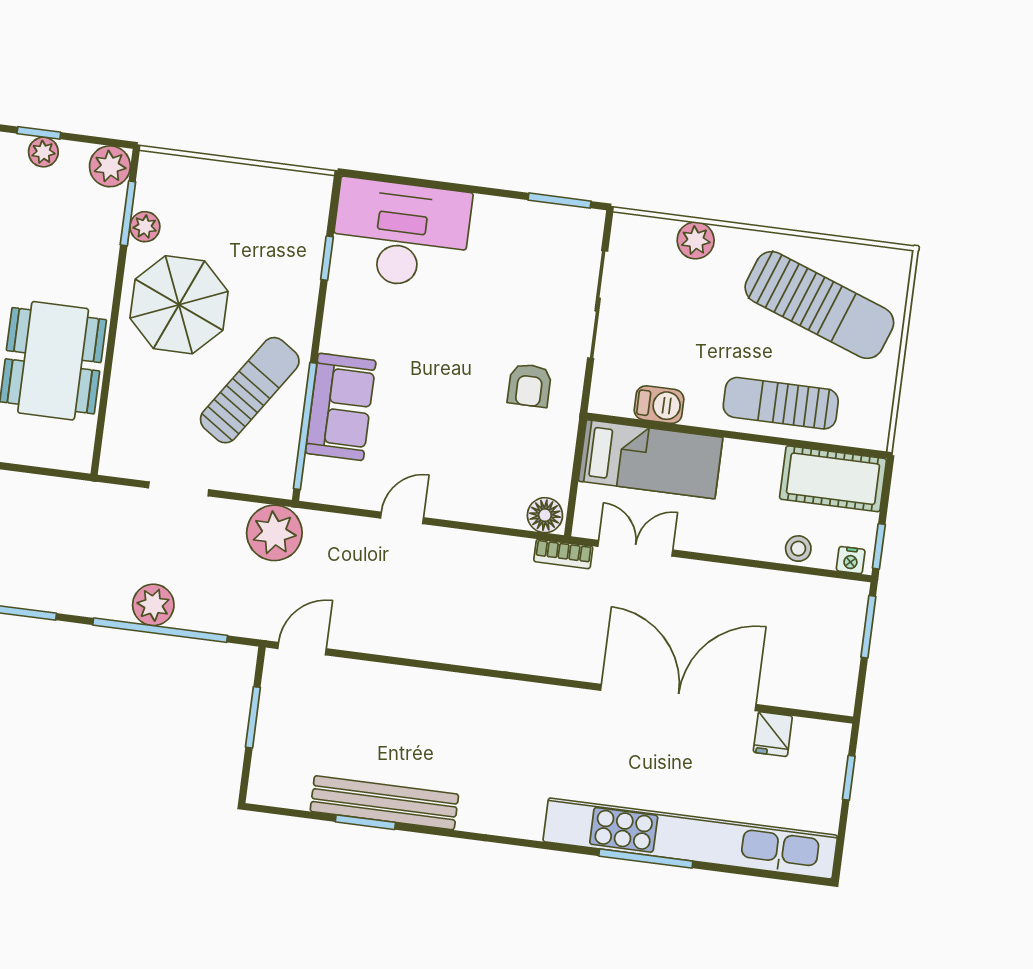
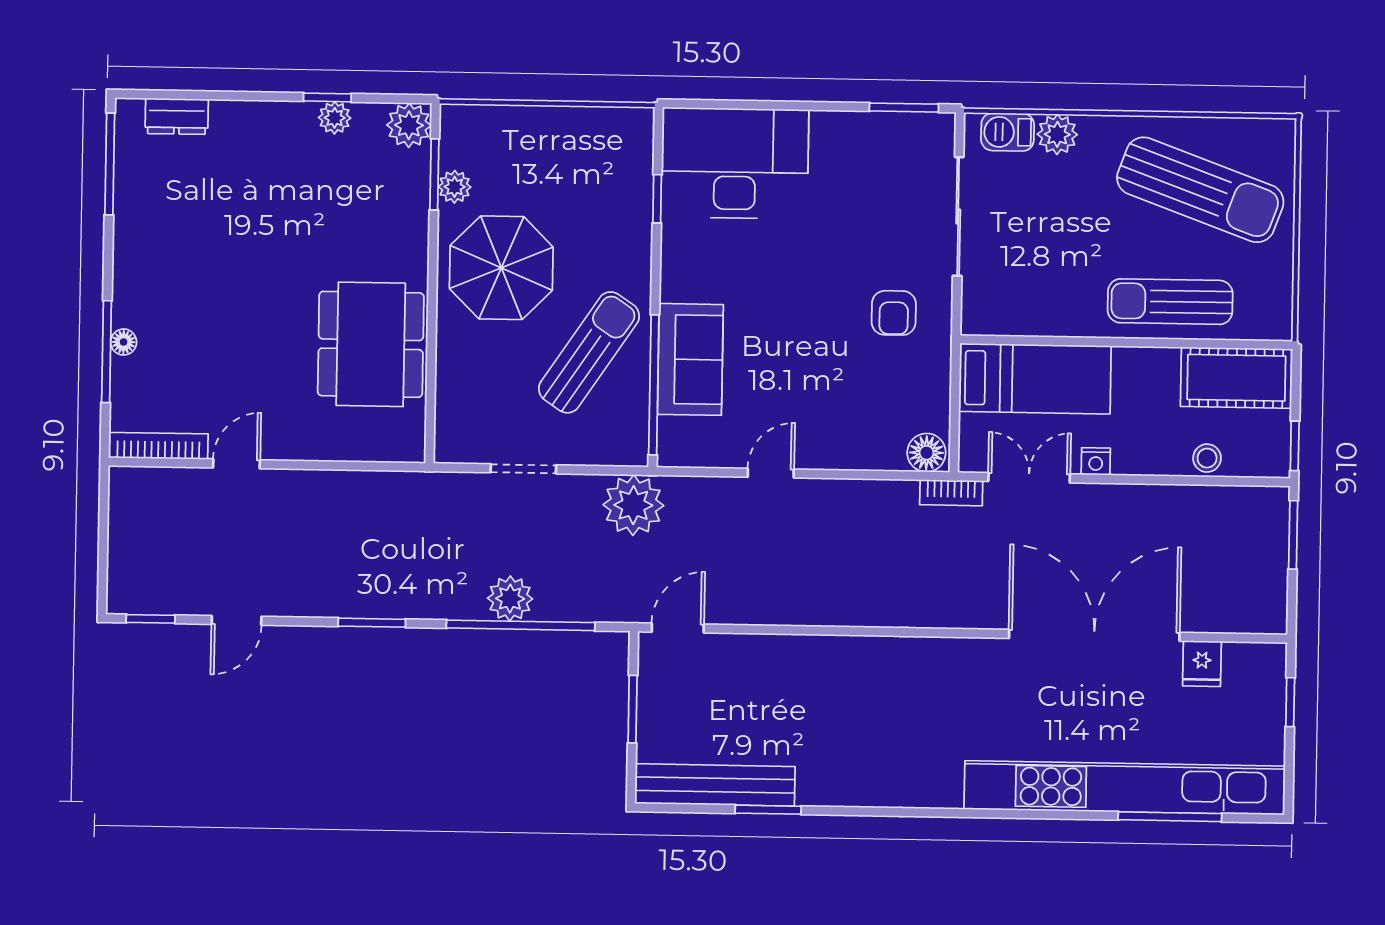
barbecue: (659, 405) -> (1008, 132), moved, turned 180
nightstand: (851, 560) -> (1096, 461), moved
bench: (384, 803) -> (715, 785), moved
window: (646, 859) -> (1170, 817), moved

